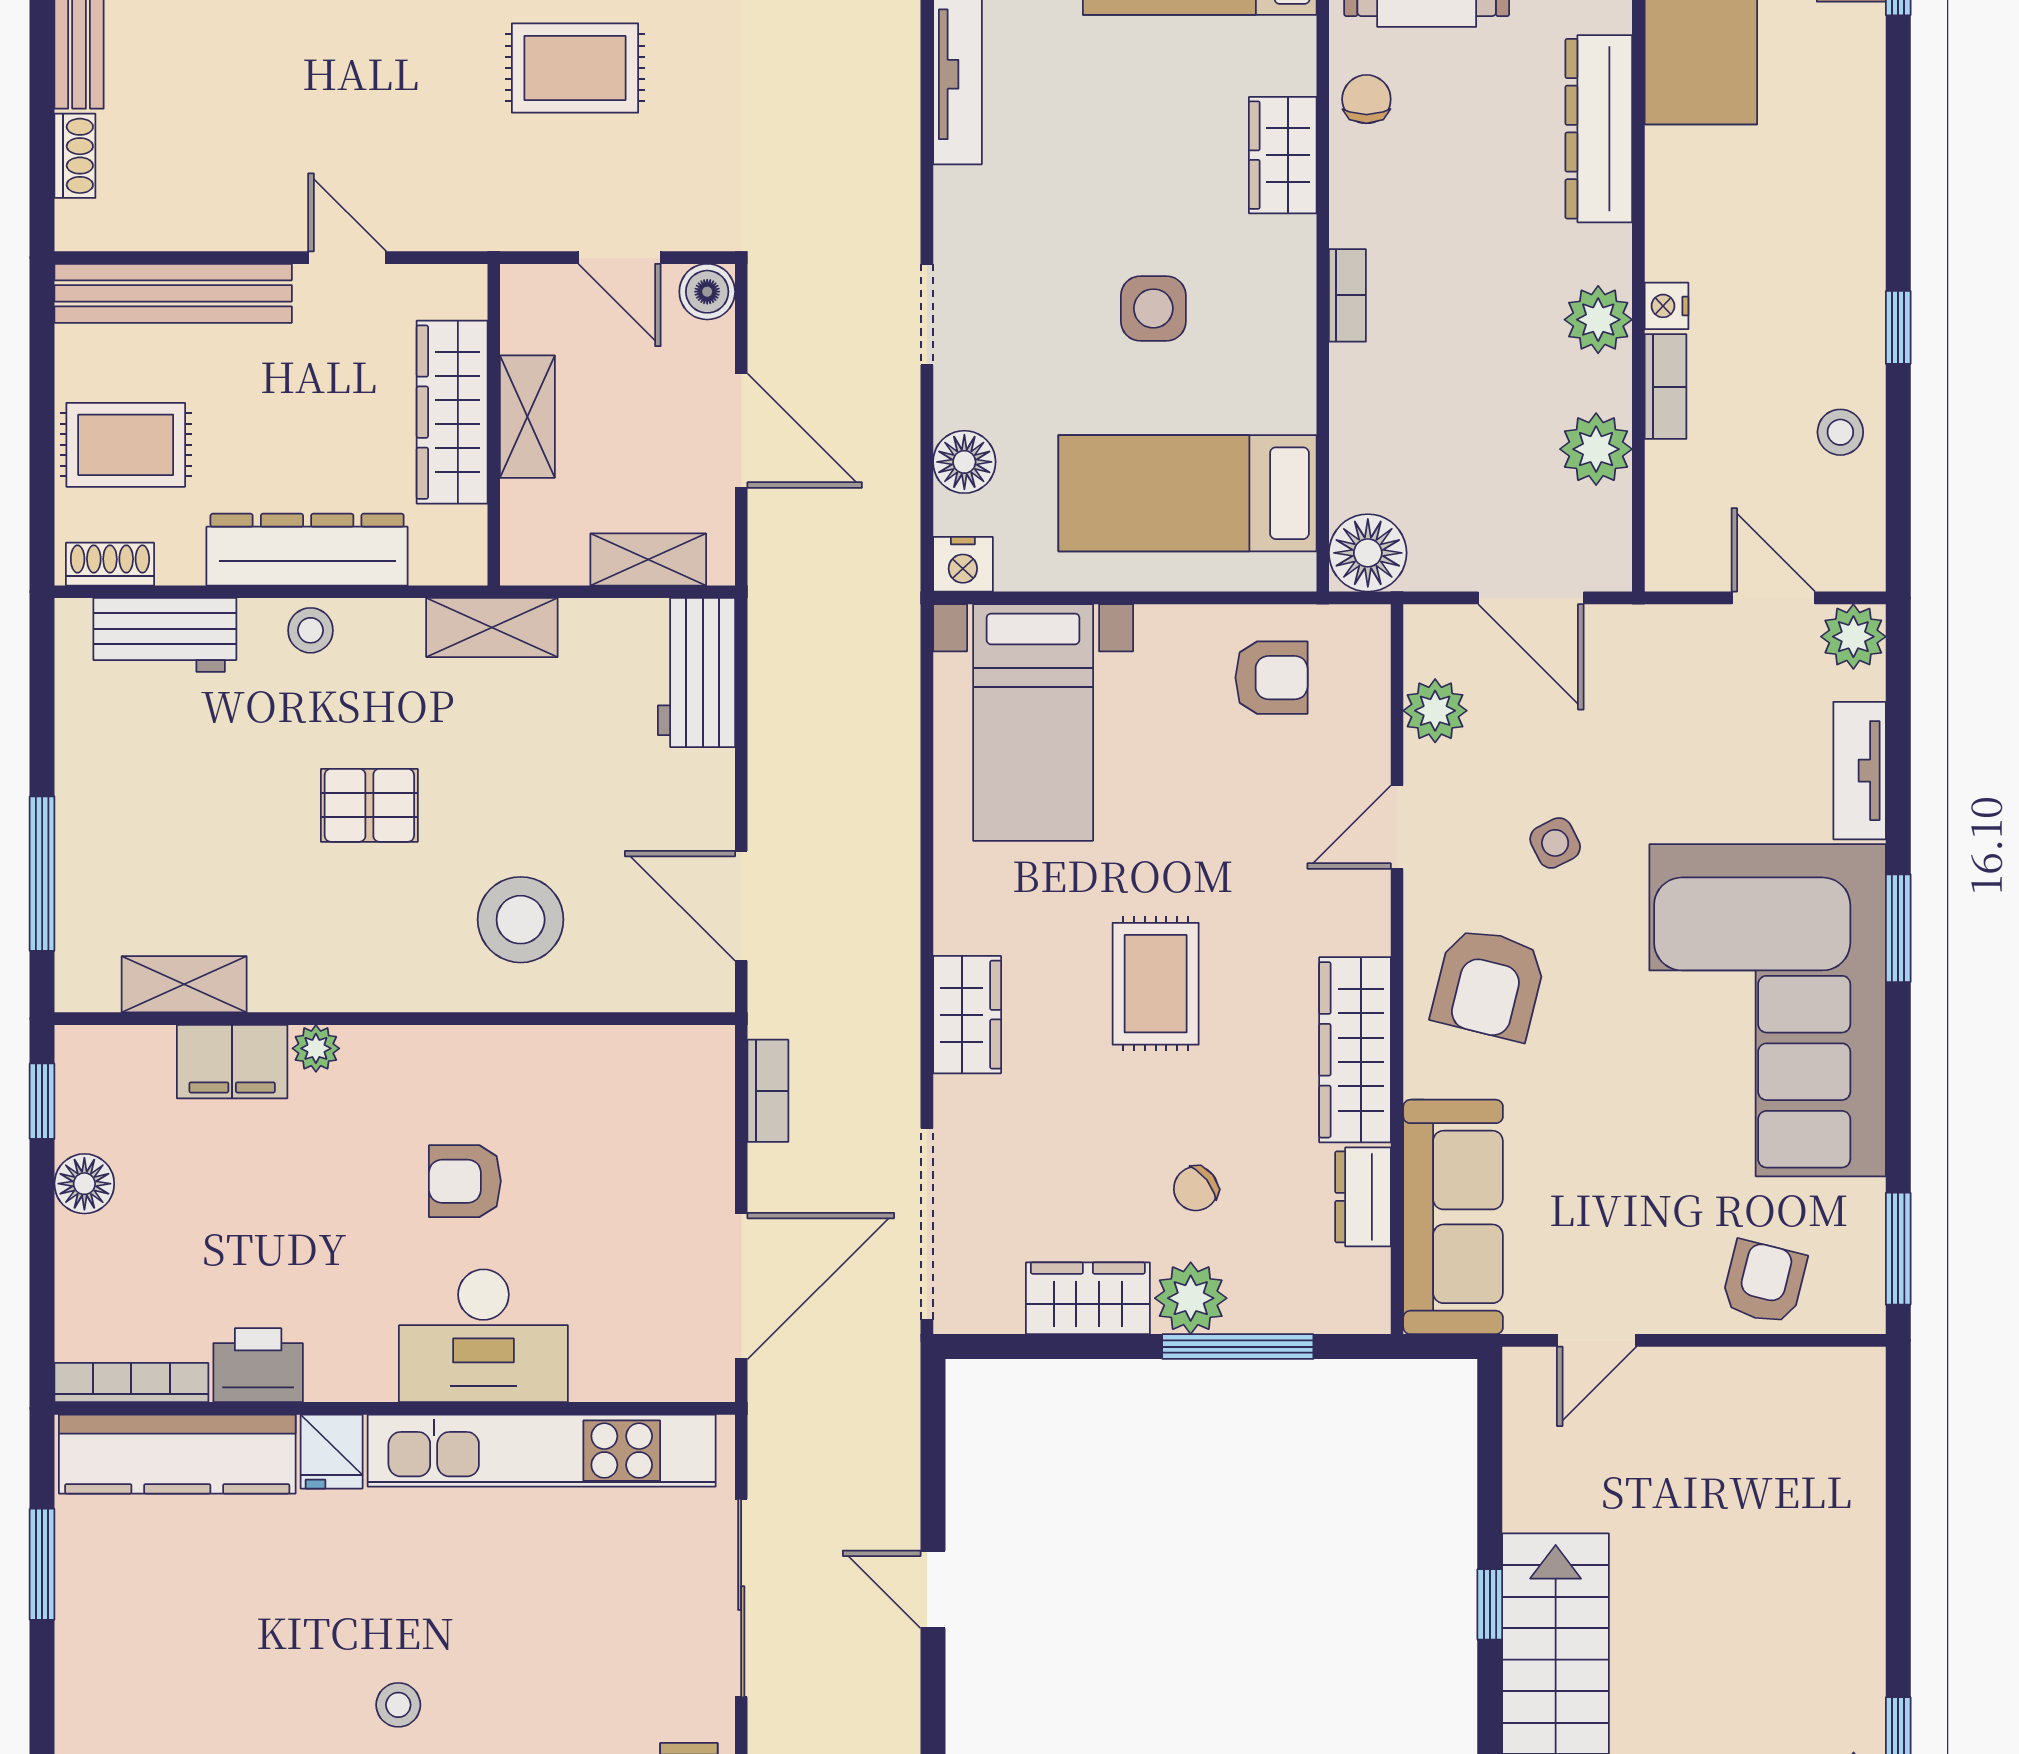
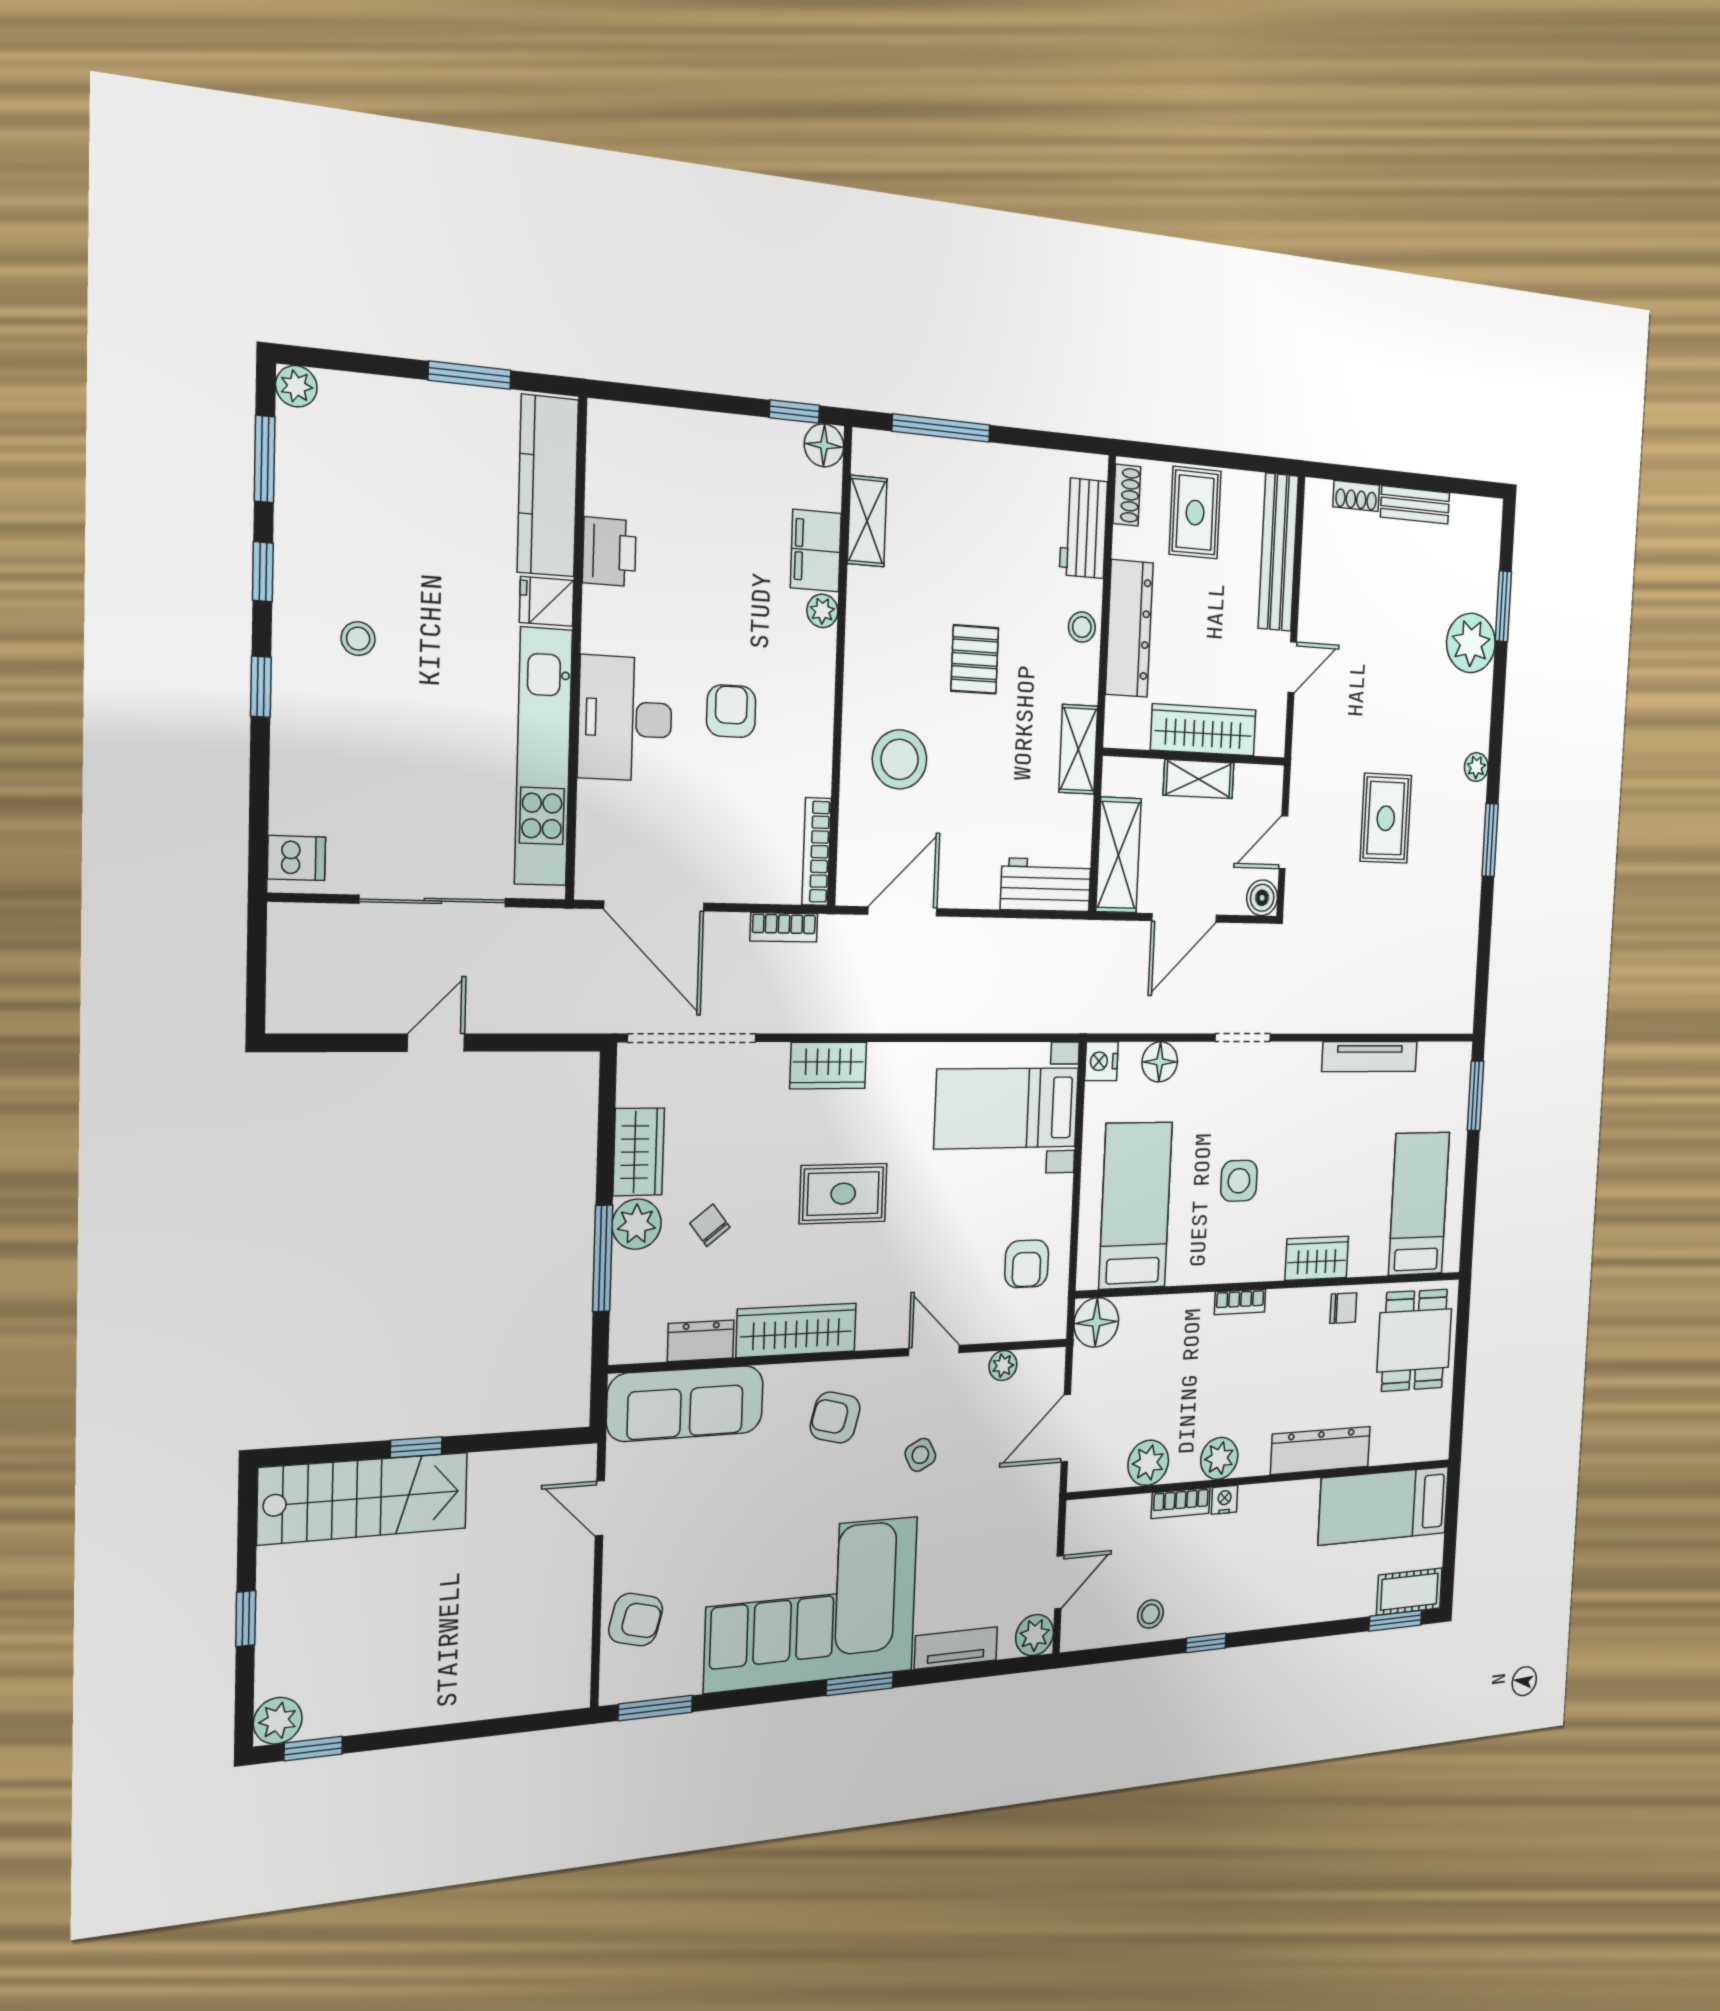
shelving: (648, 559) -> (1118, 855), width x1.50, depth x1.33
plant: (1435, 711) -> (1003, 1366), width x0.73, depth x0.73
armchair: (1489, 984) -> (835, 1417), width x0.72, depth x0.72
floor lamp: (84, 1184) -> (824, 445), moved
bookcase: (131, 1383) -> (817, 852), moved, turned 180

